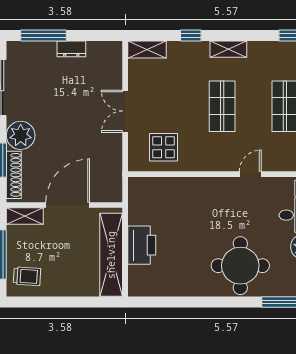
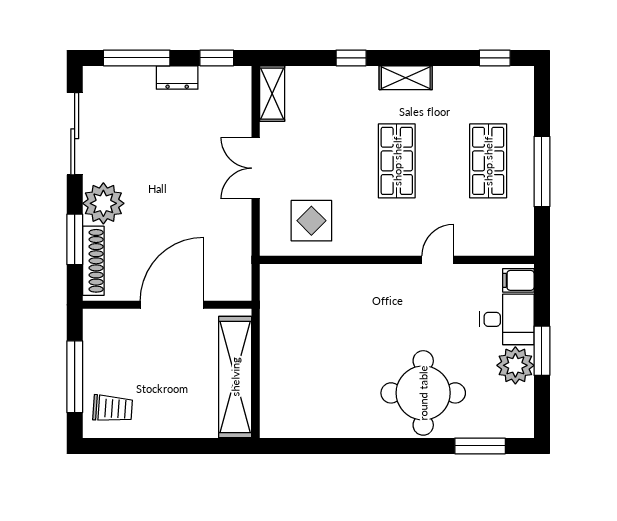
window: (98, 35) -> (217, 58), added
shelving: (147, 50) -> (272, 94), moved, turned 90
shelving: (25, 216) -> (109, 321), removed
printer: (142, 245) -> (280, 363), removed

